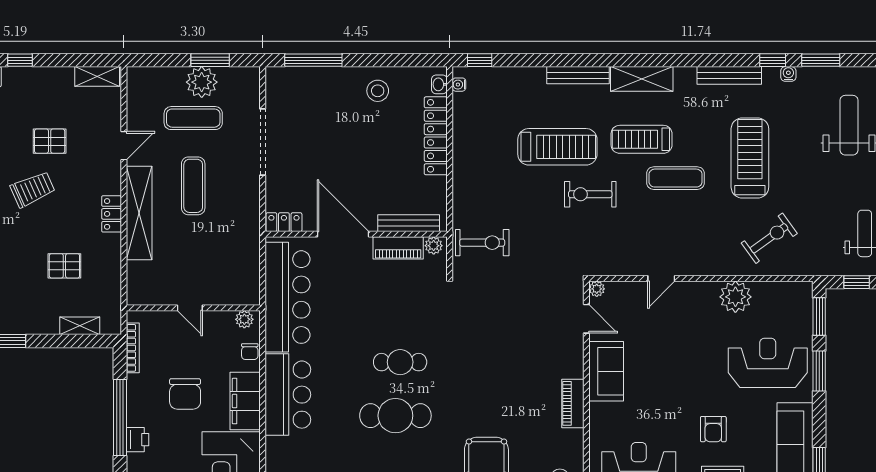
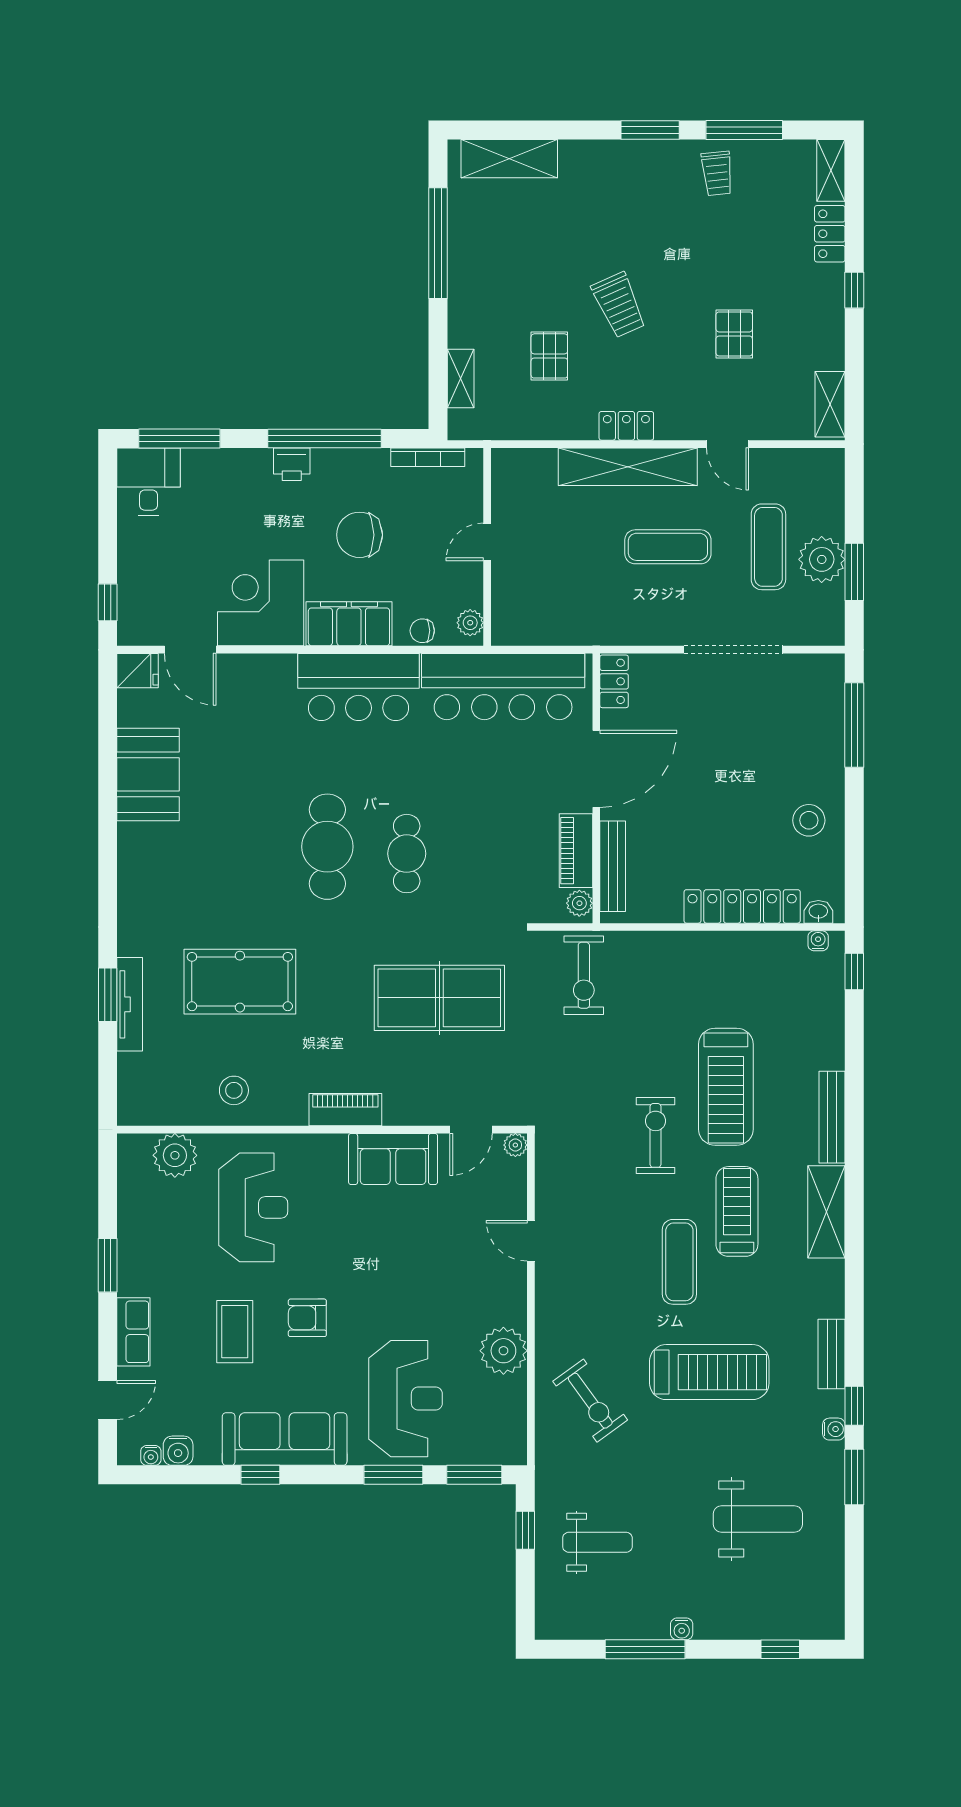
bench: (729, 75) -> (832, 1354), width x0.73
trolley: (33, 189) -> (619, 305), moved
table tennis table: (497, 340) -> (439, 998), added

